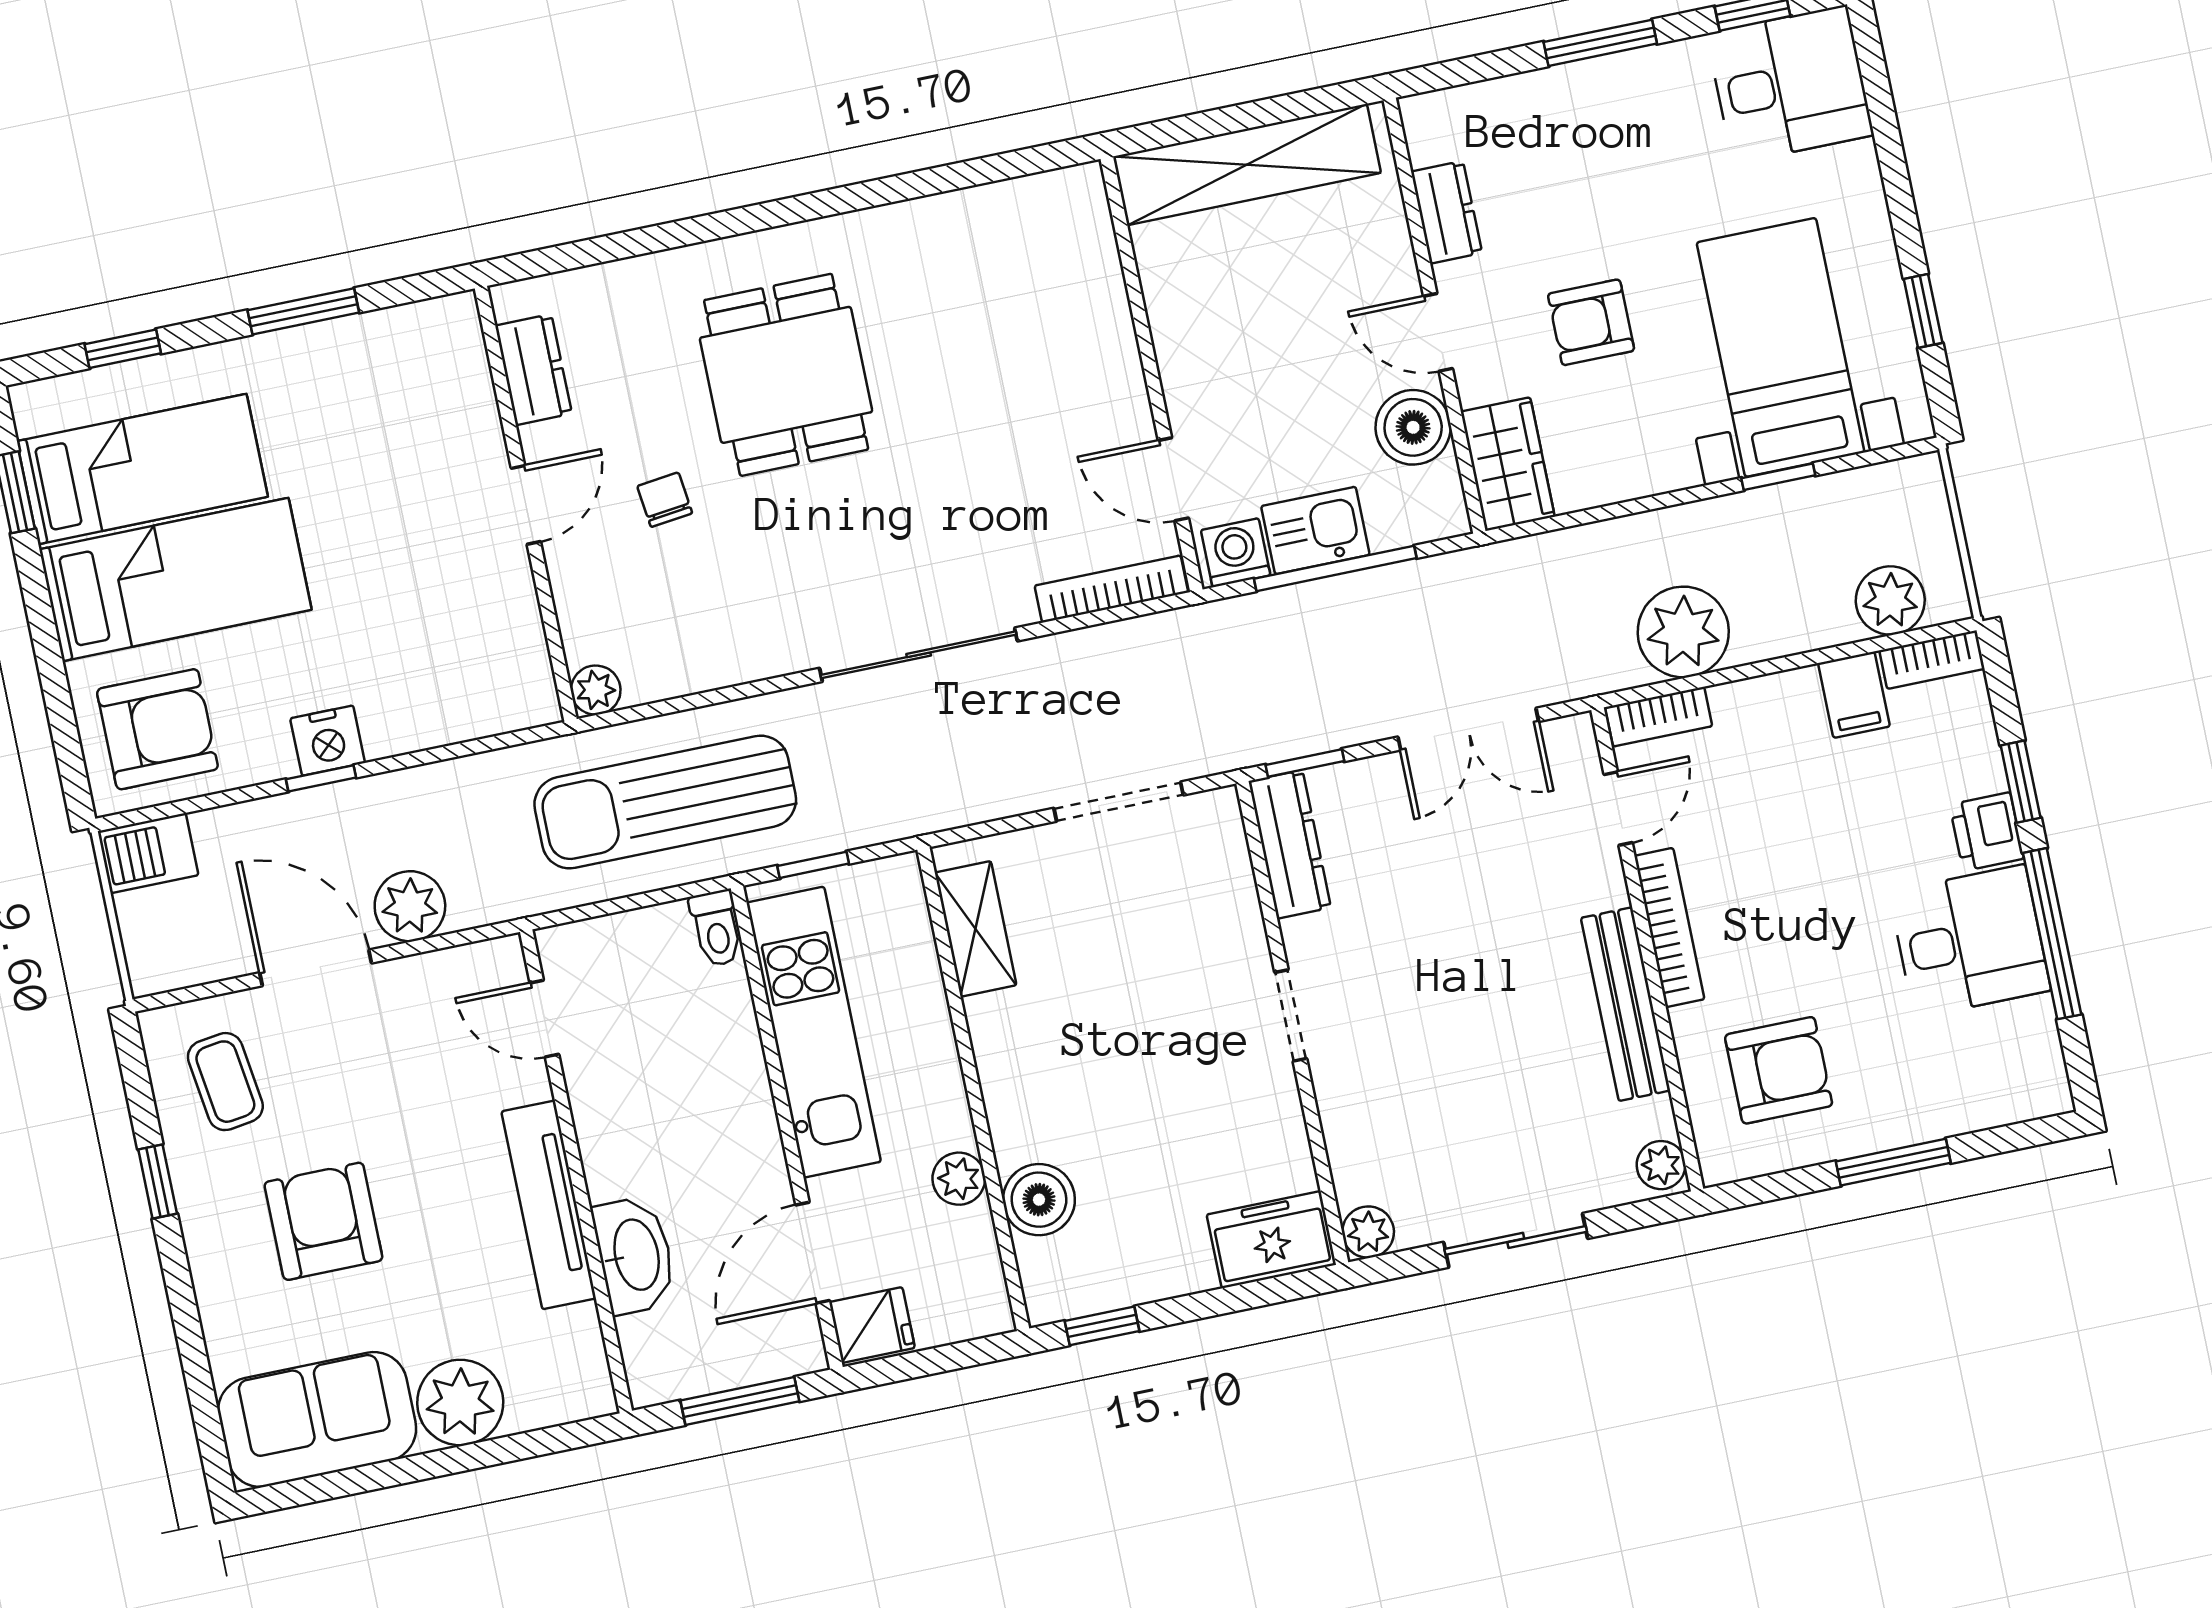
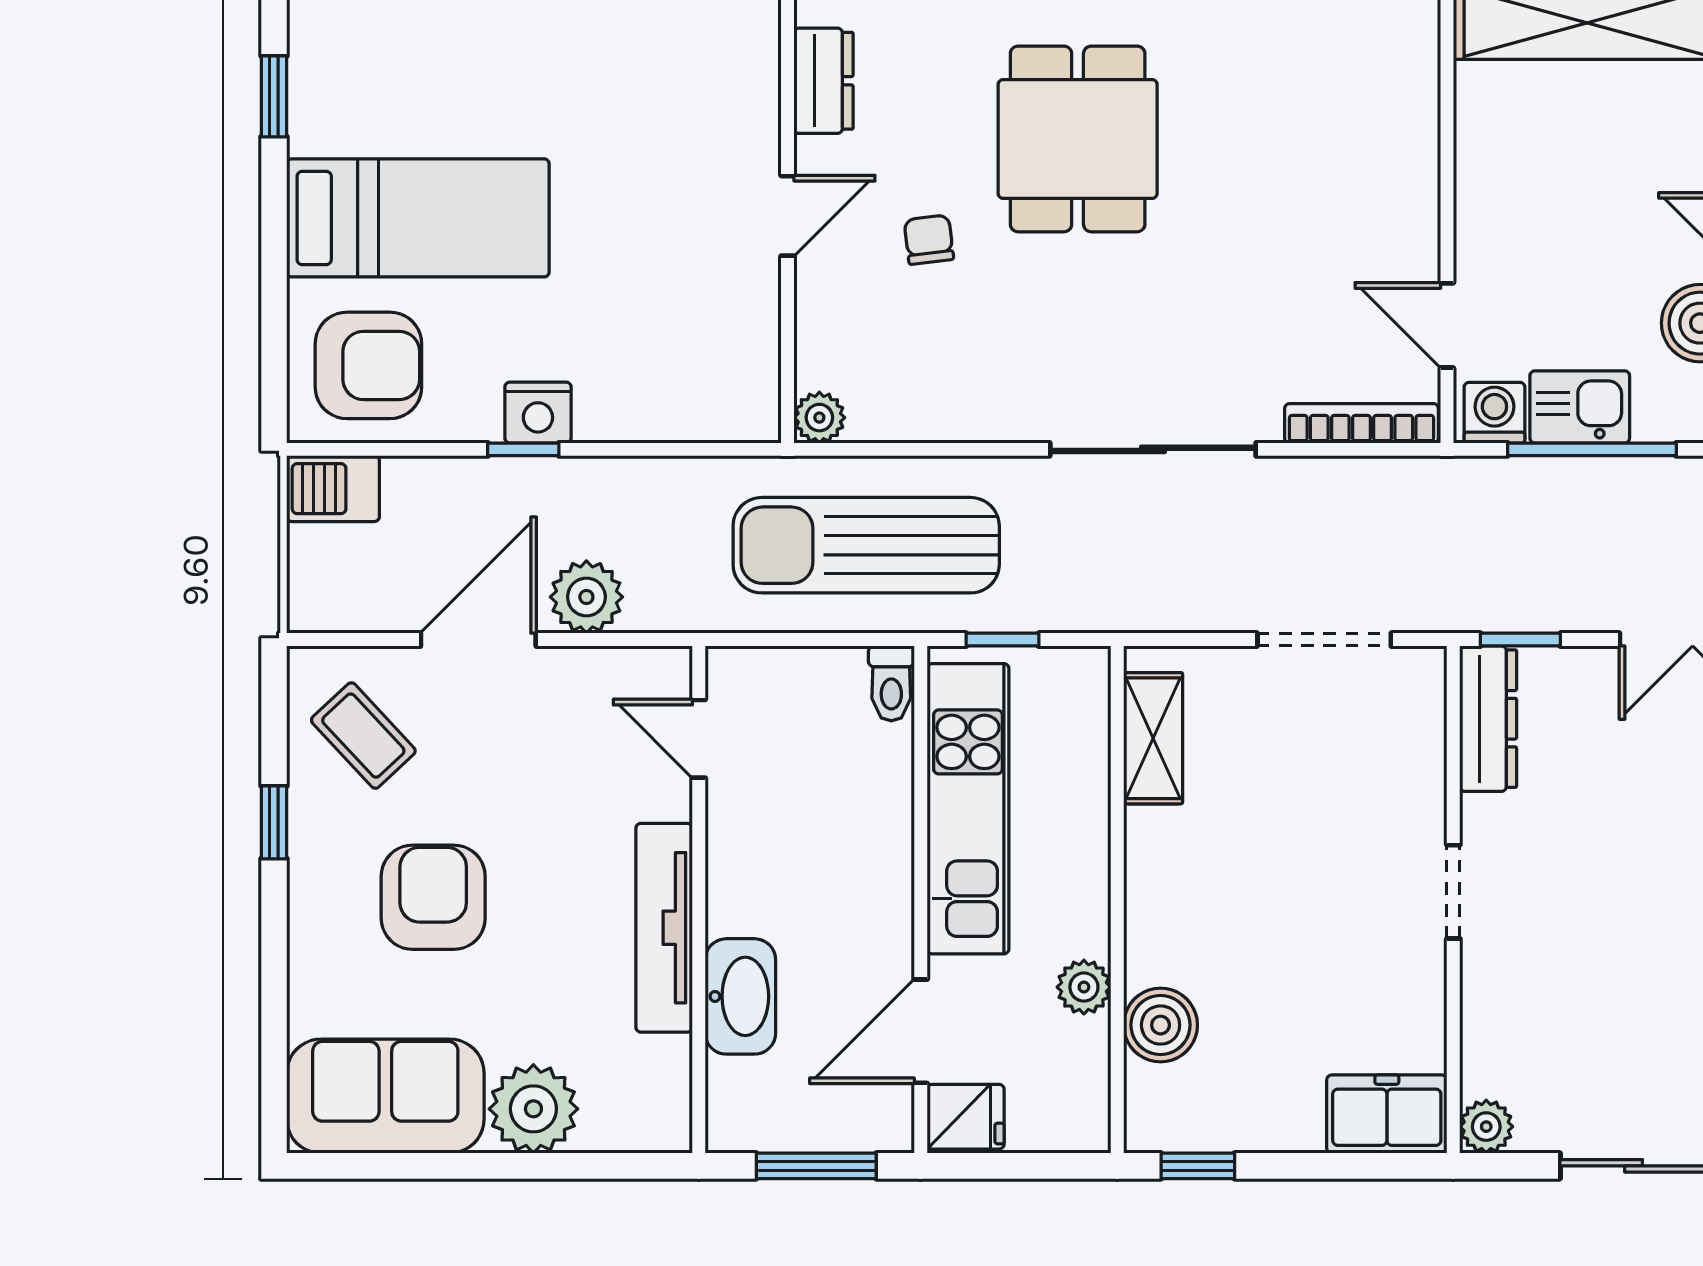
bed: (142, 469) -> (408, 99), removed
door: (316, 968) -> (478, 640), hinge flipped
coffee table: (225, 1082) -> (363, 736), turned -35

